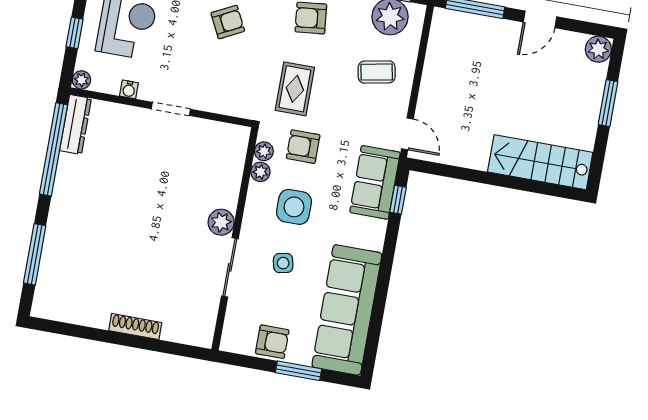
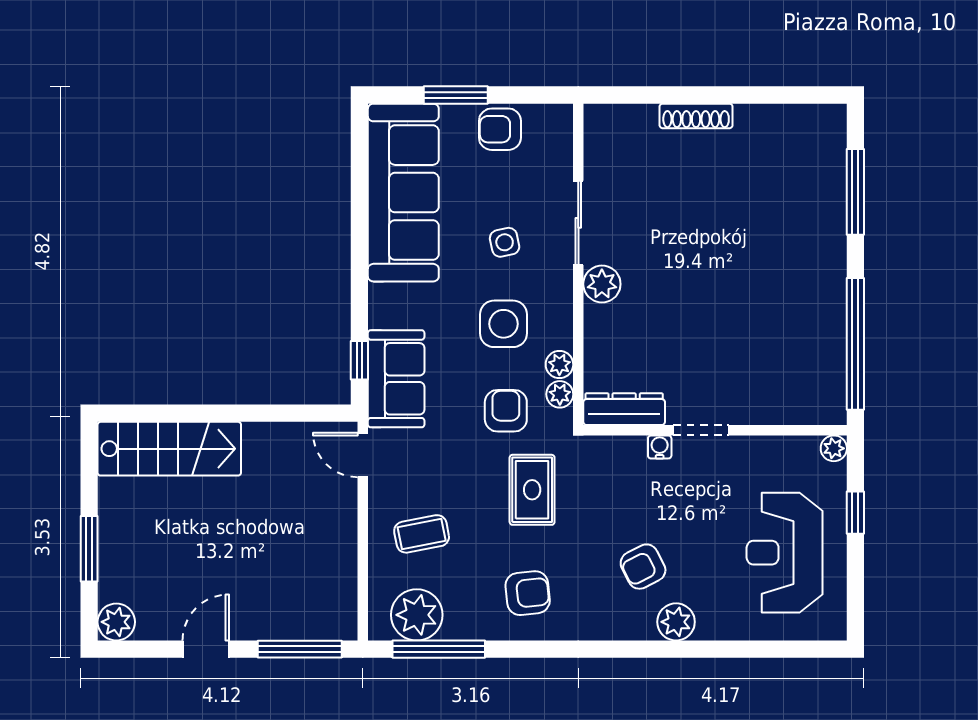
water cooler: (129, 89) -> (660, 447), moved
dresser: (76, 124) -> (624, 409), moved, turned 90
armchair: (303, 147) -> (506, 411), turned -90

